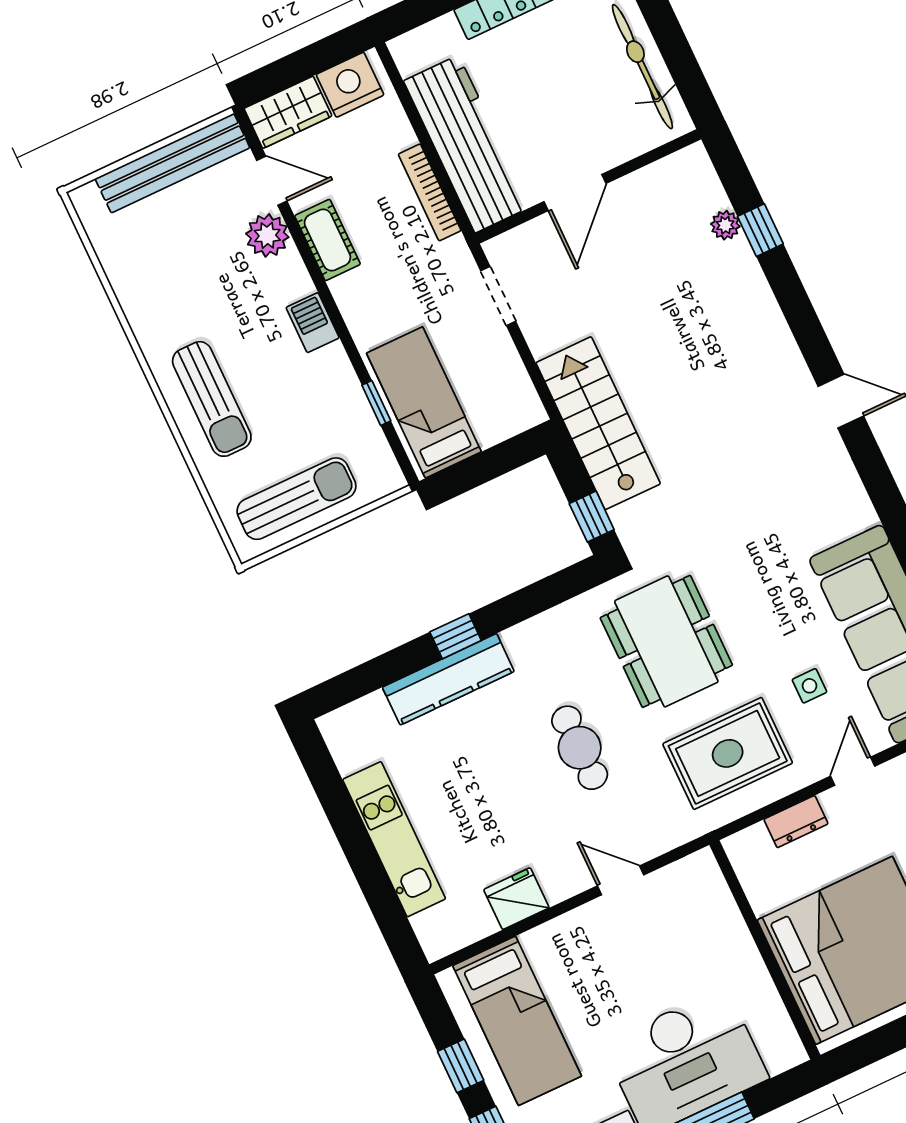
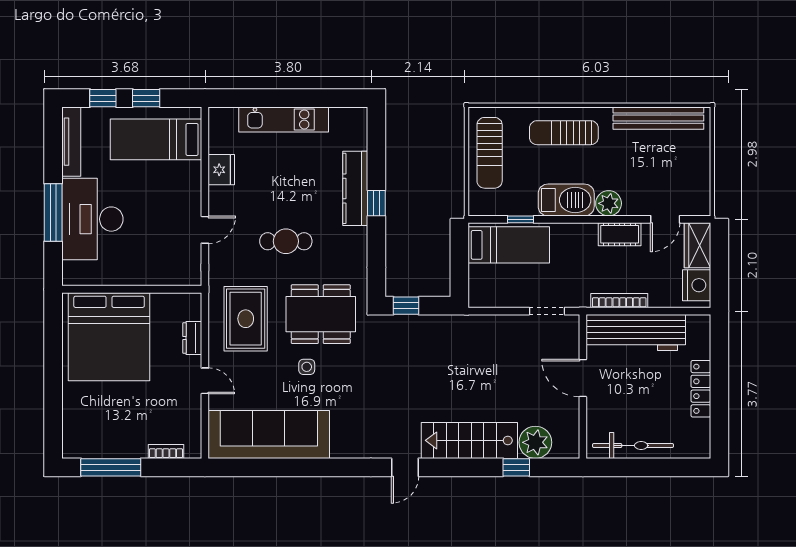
bench: (172, 163) -> (658, 118), moved, turned 90
plant: (725, 225) -> (535, 442), width x1.87, depth x1.87
plant: (267, 235) -> (609, 203), moved
barbecue: (313, 323) -> (566, 200), width x1.88, depth x1.53
stairs: (598, 423) -> (469, 440), moved, turned 180
side table: (810, 686) -> (307, 367), moved

